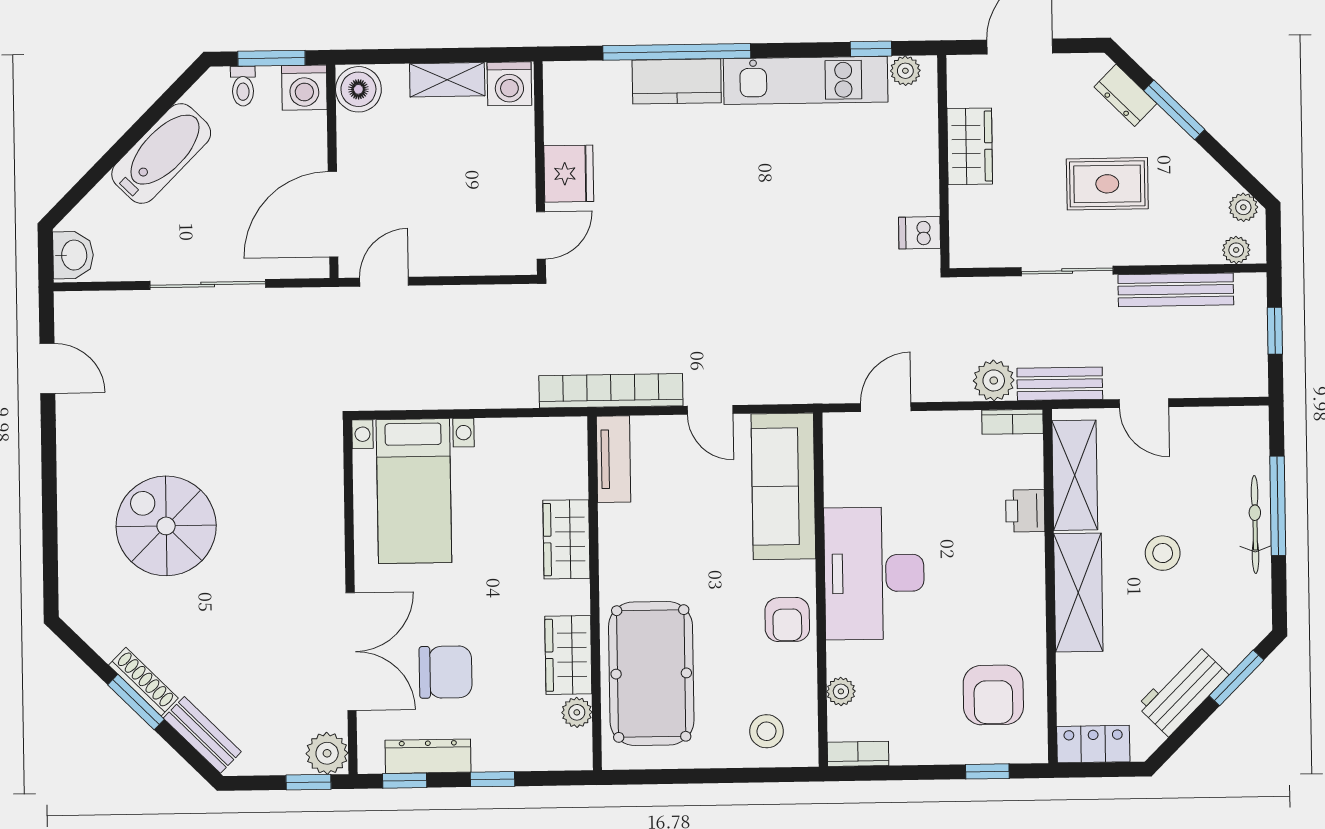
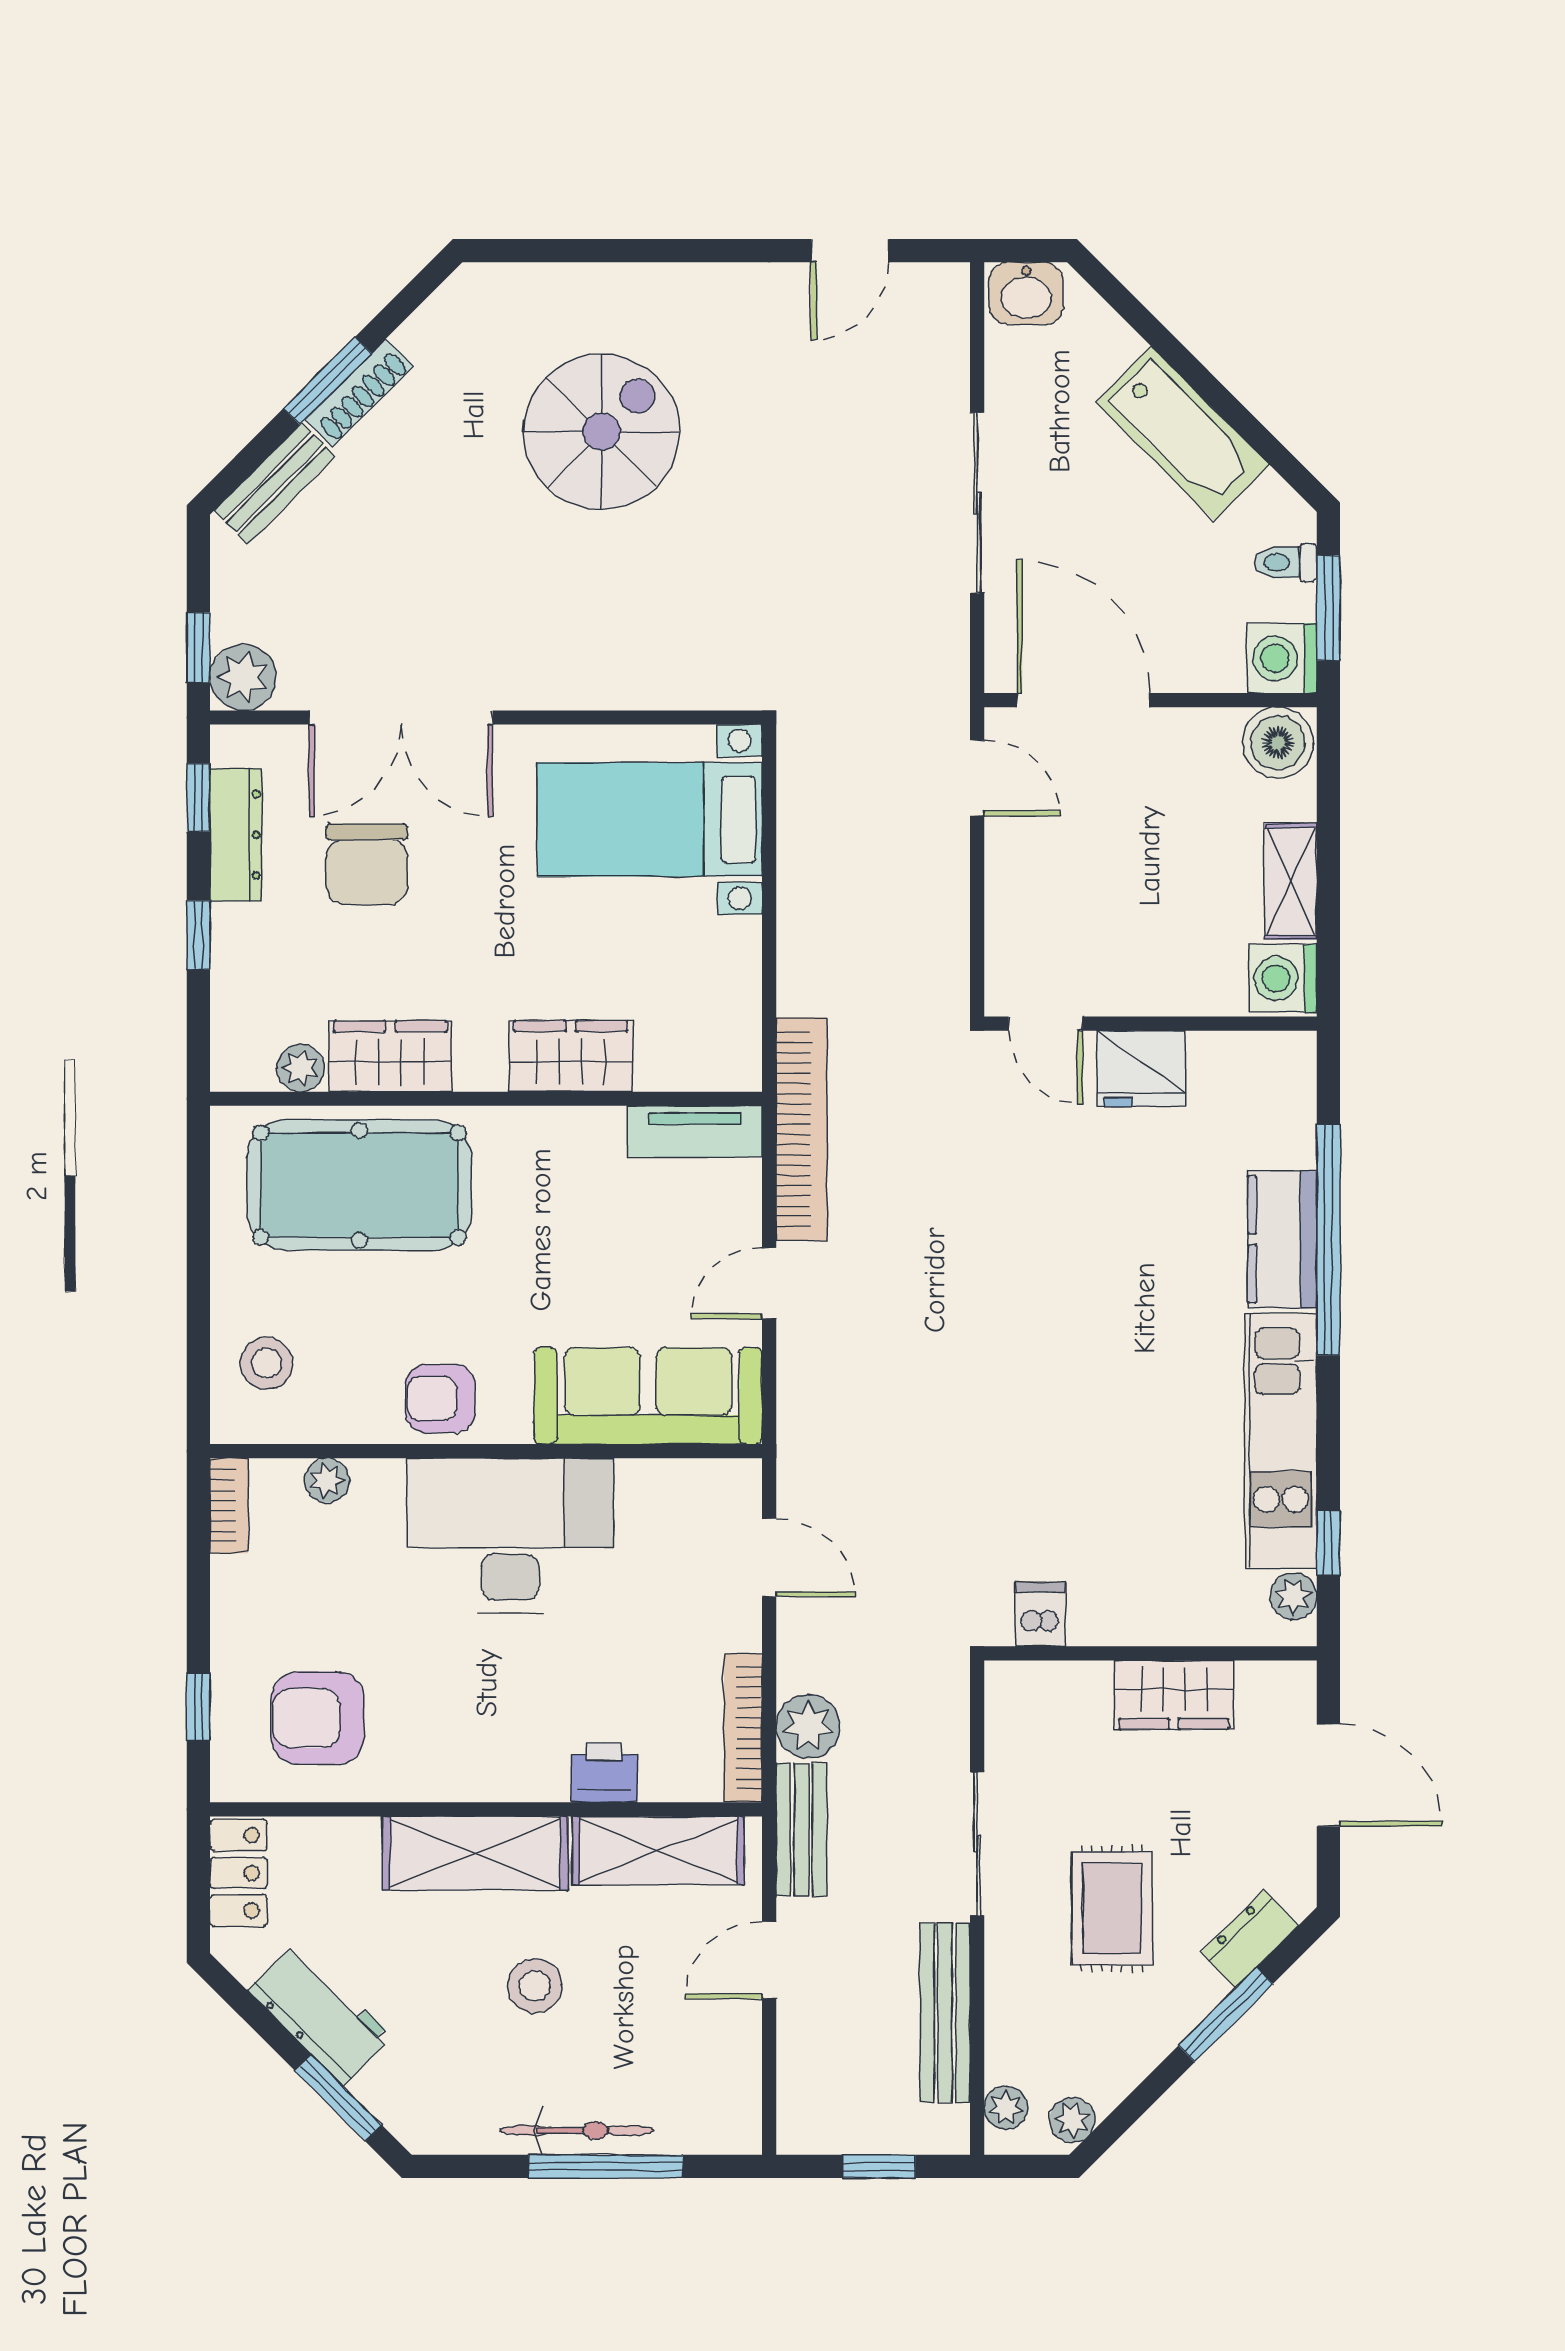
bookcase: (1013, 422) -> (743, 1728), width x1.56

